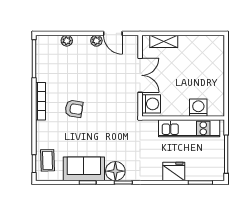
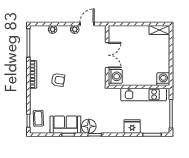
door: (113, 33) -> (87, 24), swing flipped
shelving: (164, 41) -> (159, 30), moved
washing machine: (198, 108) -> (163, 79), moved

